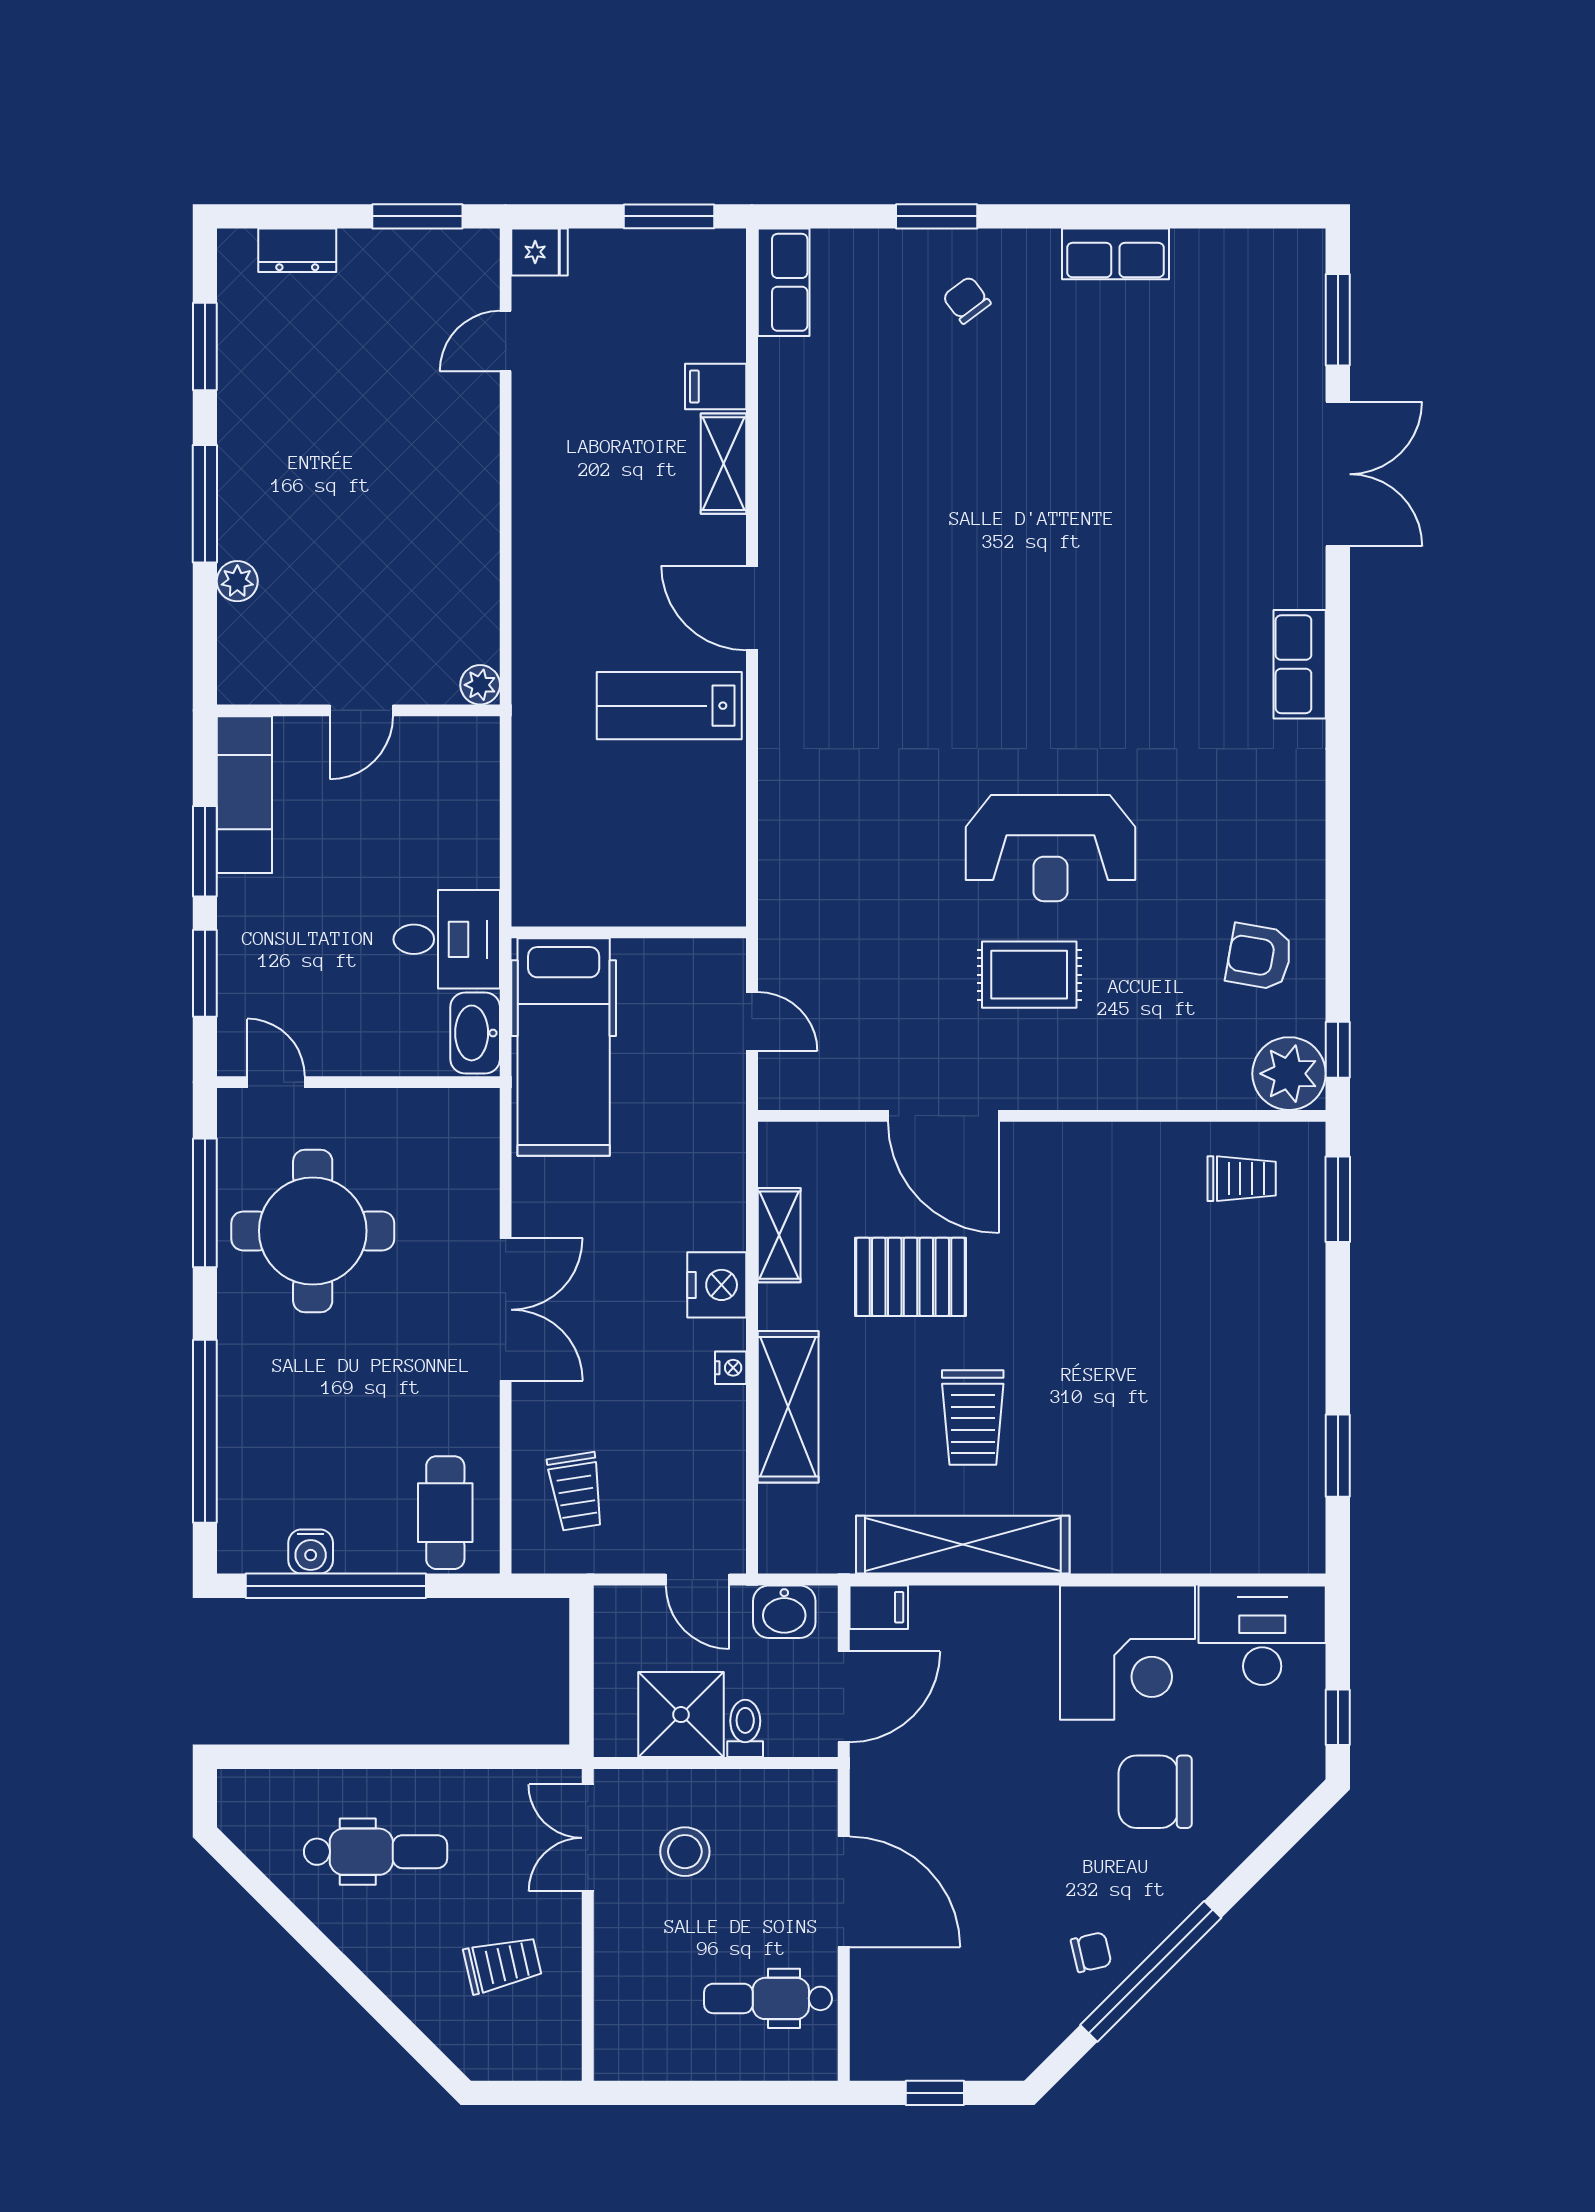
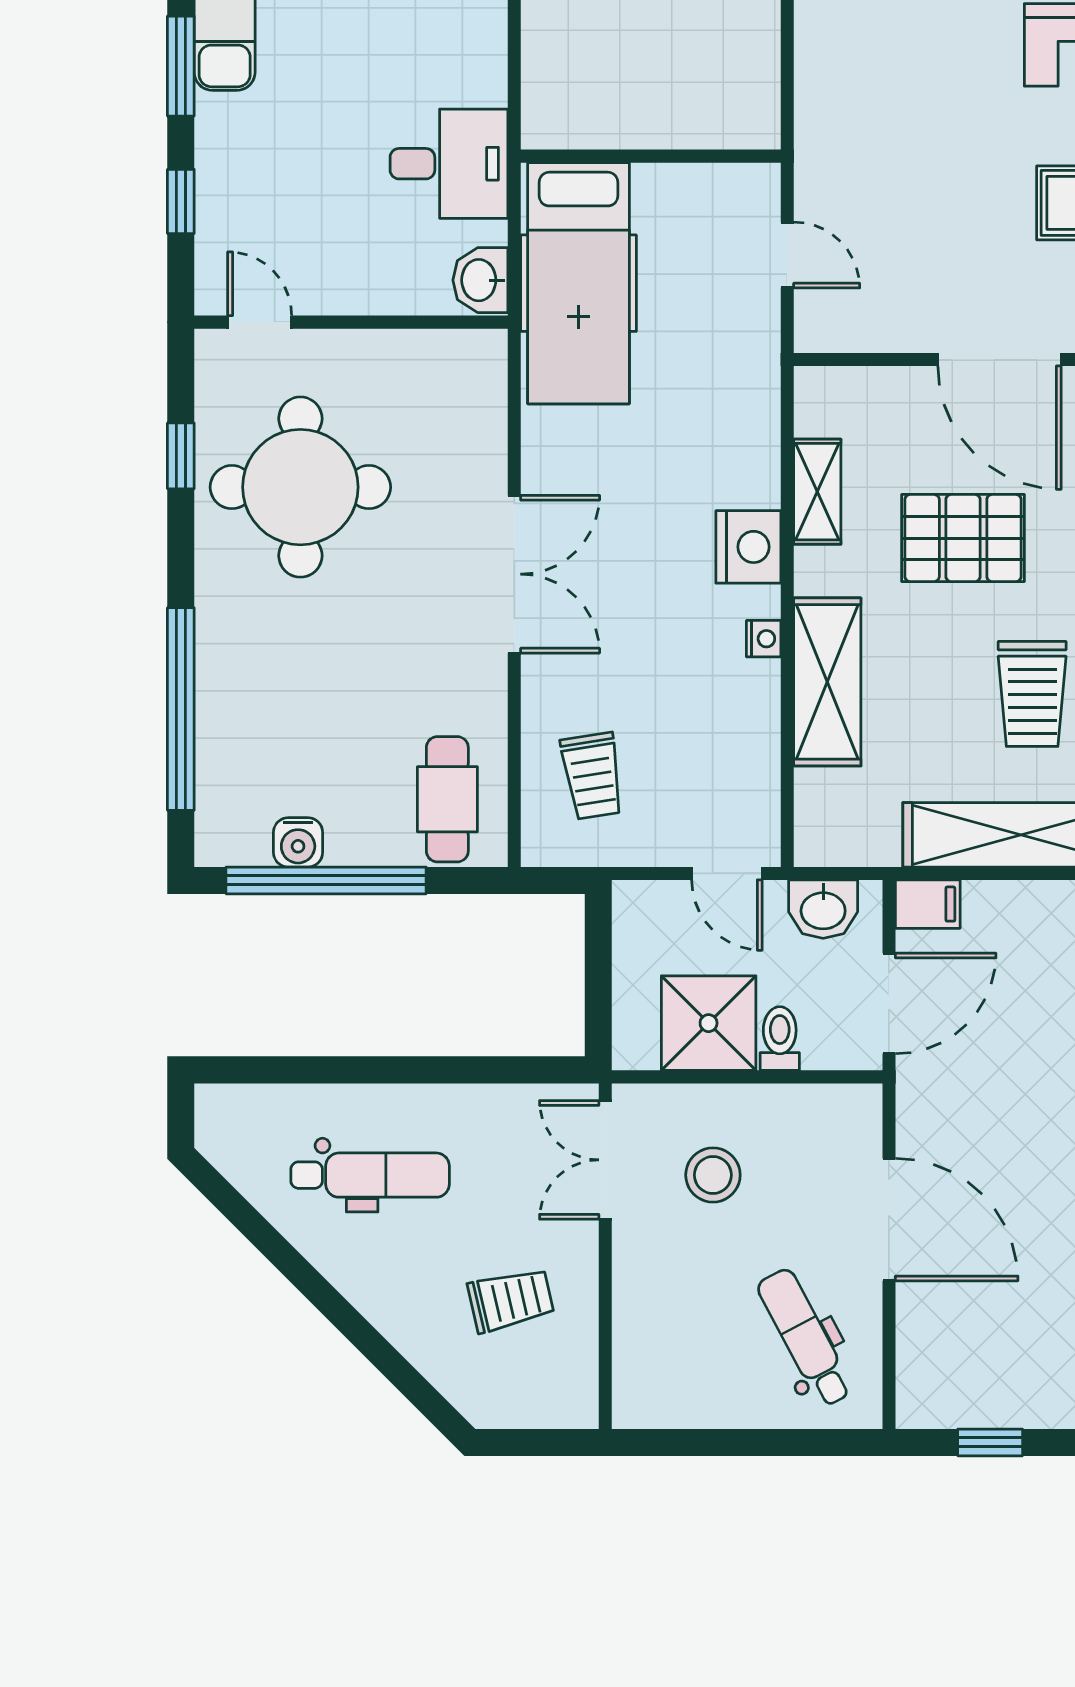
window: (205, 973) -> (181, 201), width x0.67
washbasin: (475, 1033) -> (480, 280), width x0.72
window: (205, 1203) -> (181, 456), width x0.46
dental chair: (768, 1998) -> (805, 1338), turned 62

